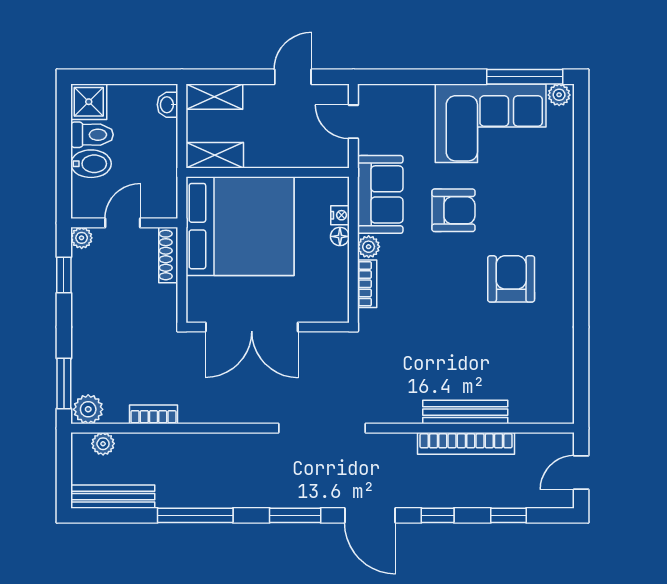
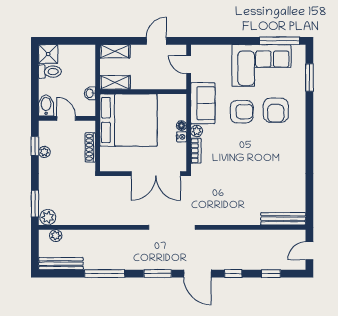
plant: (559, 95) -> (298, 50), removed
washbasin: (167, 105) -> (90, 93), moved
window: (581, 146) -> (309, 78), added
bidet: (91, 164) -> (46, 105), moved, turned -90
nightstand: (340, 215) -> (182, 137), moved
door: (123, 223) -> (66, 118), hinge flipped
plant: (82, 238) -> (44, 152), moved
shoe rack: (168, 255) -> (90, 147), moved
armchair: (511, 279) -> (276, 110), moved, turned 180
double door: (252, 327) -> (156, 174), moved
bench: (465, 412) -> (283, 219), moved
bookcase: (154, 414) -> (83, 220), removed
bookcase: (466, 443) -> (248, 235), removed

